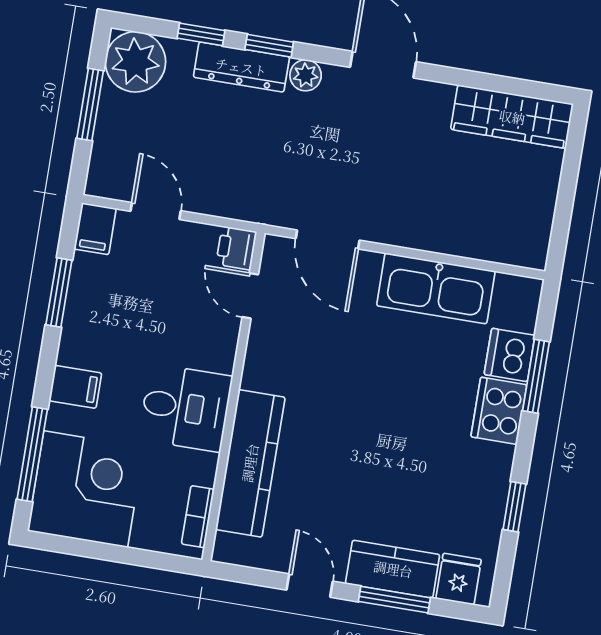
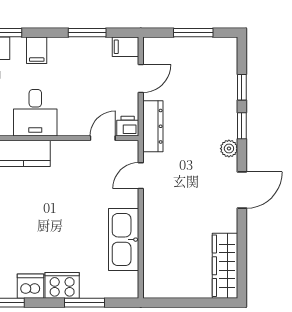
plant: (135, 62) -> (221, 54), removed
dresser: (241, 67) -> (153, 126), moved, turned 180
door: (328, 239) -> (141, 176), width x0.73
dishwasher: (510, 355) -> (30, 286), moved

